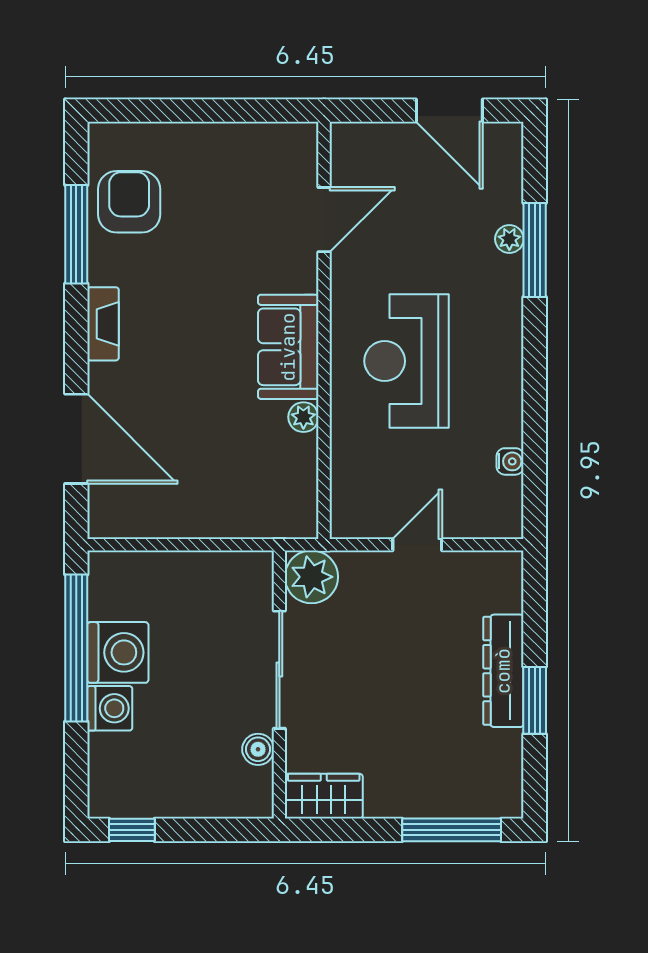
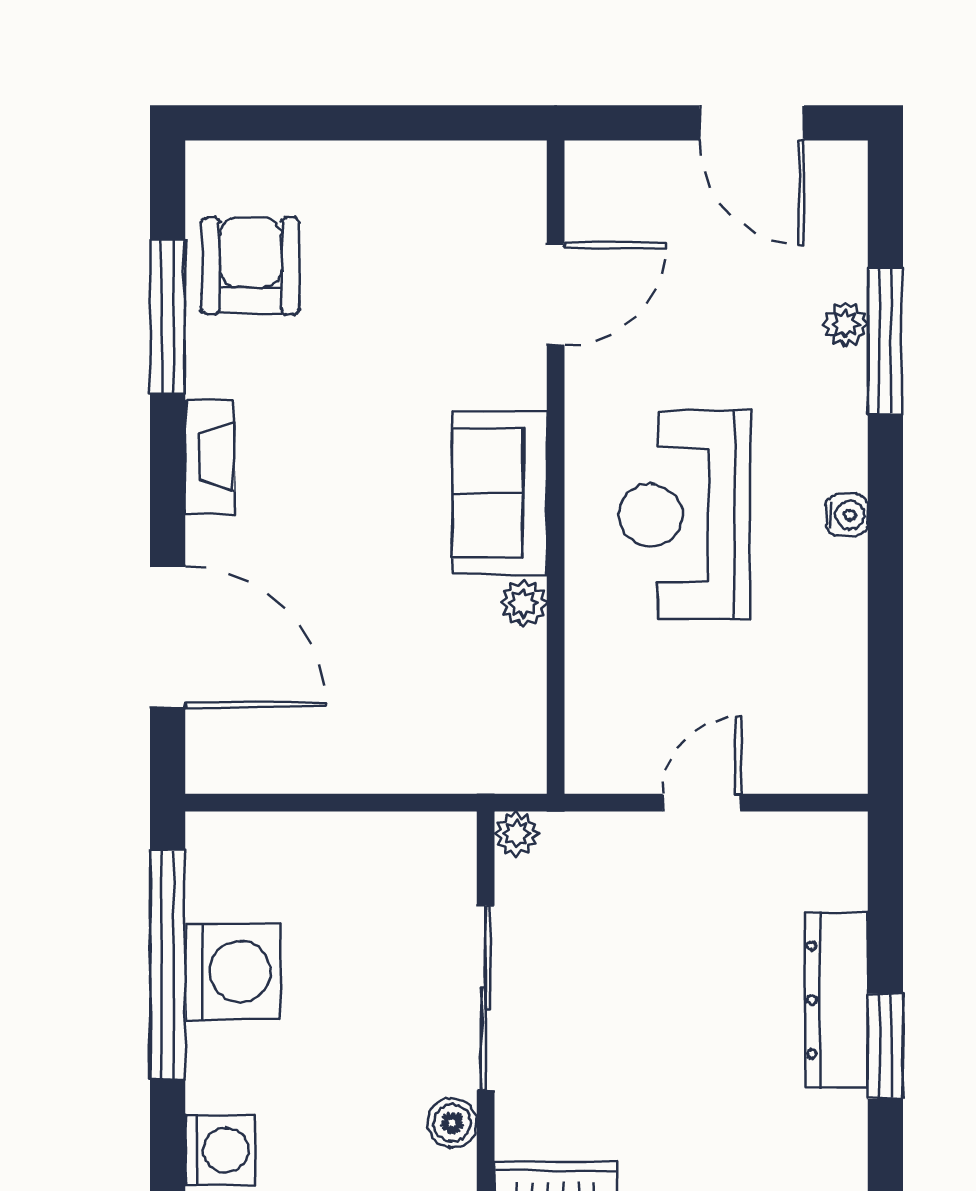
water cooler: (510, 461) -> (847, 515), moved
plant: (311, 577) -> (517, 834), width x0.53, depth x0.53
washing machine: (110, 708) -> (220, 1150), moved

